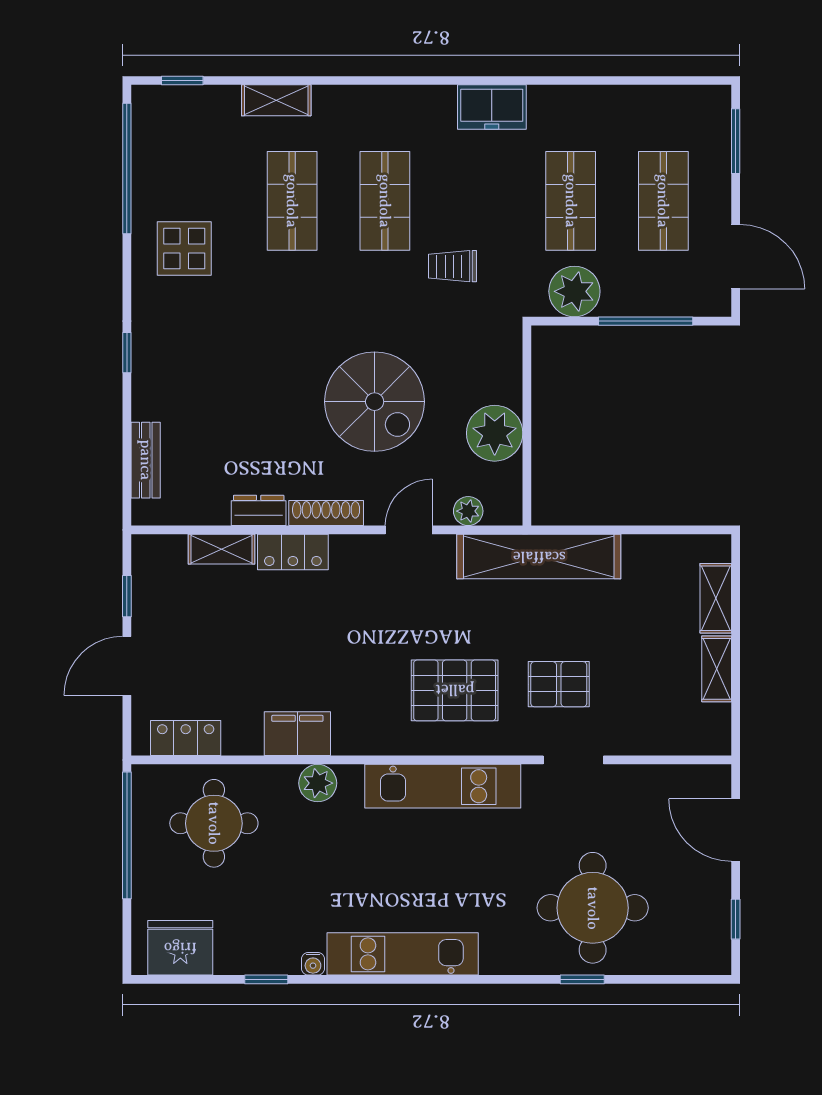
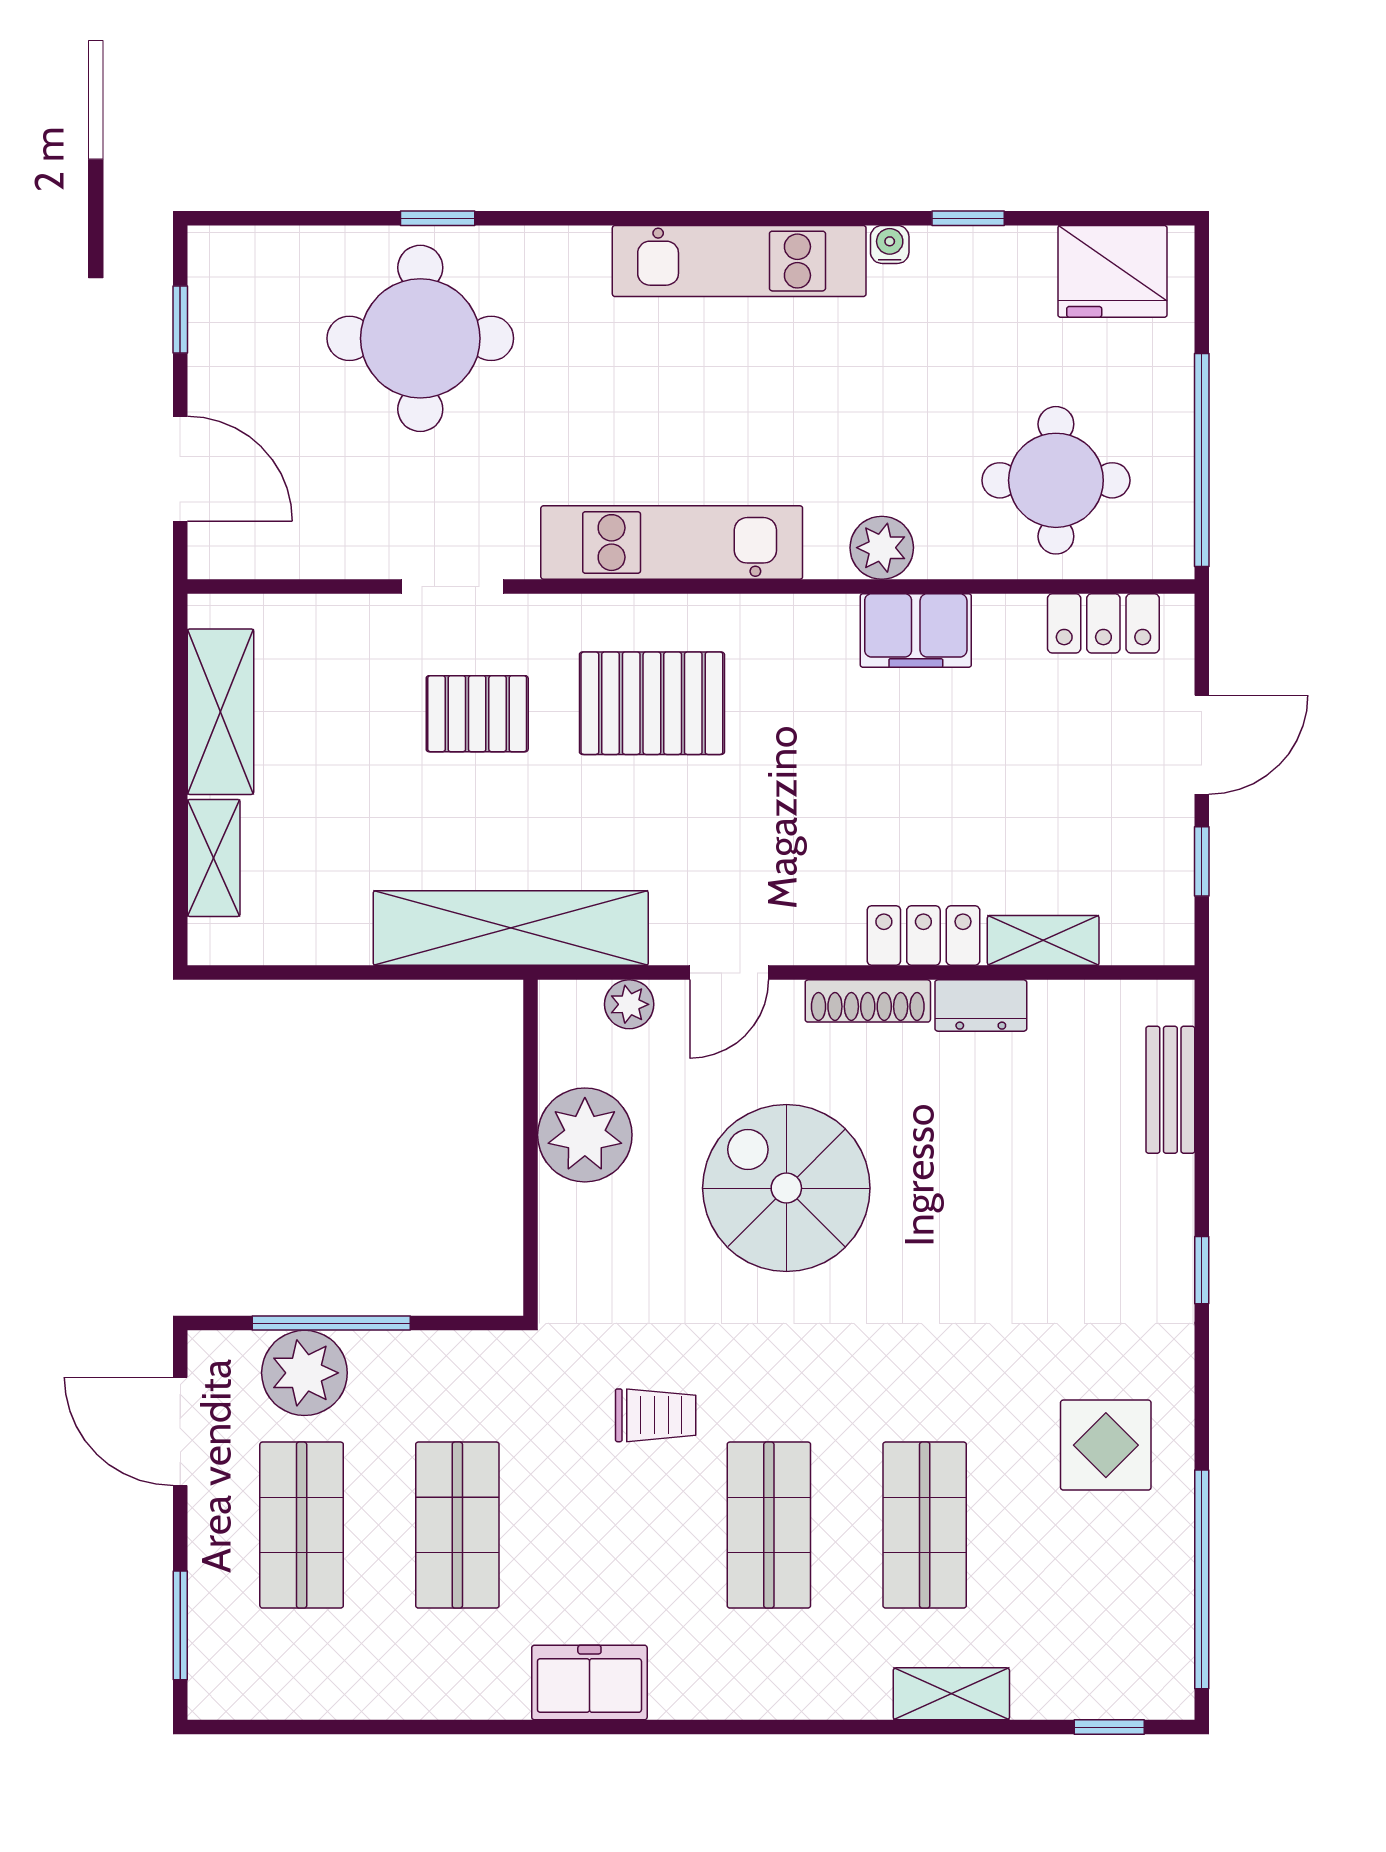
plant: (574, 291) -> (304, 1373), moved
shelving: (717, 669) -> (220, 712), width x1.50, depth x1.33

